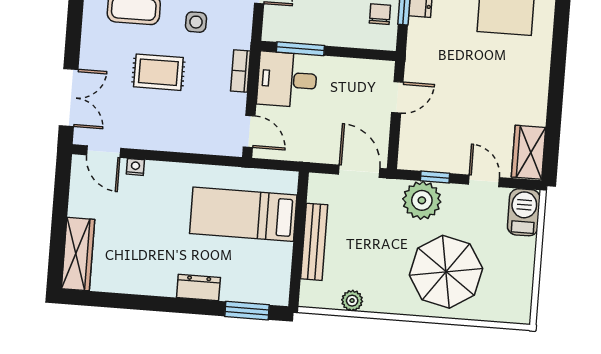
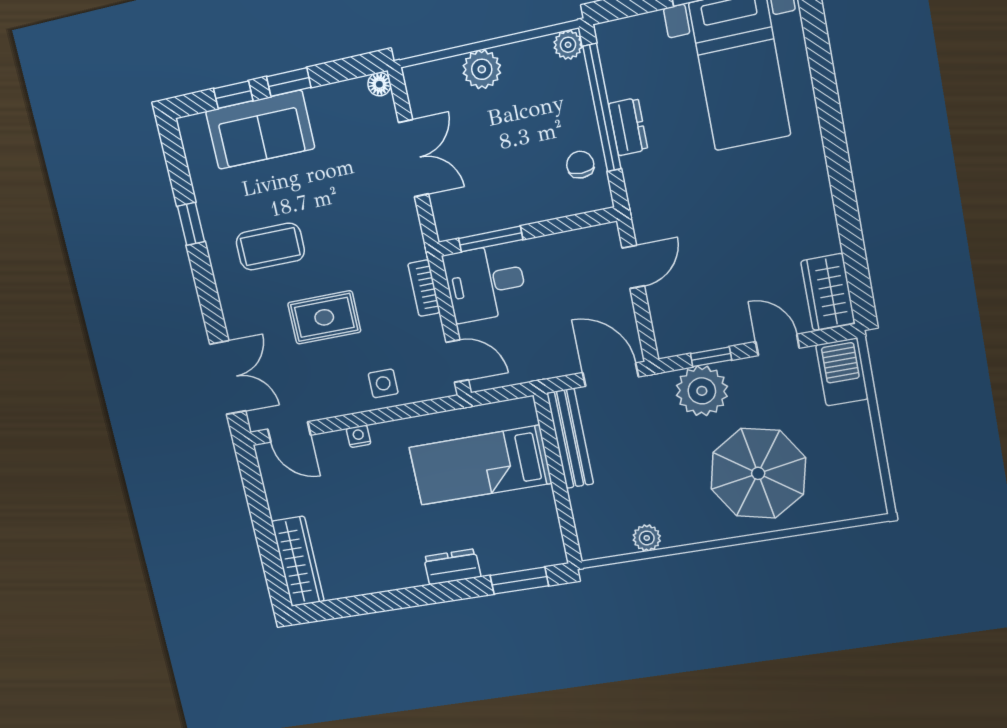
side table: (196, 22) -> (383, 383), moved
nightstand: (135, 167) -> (359, 436), moved
bench: (314, 242) -> (570, 438), moved

